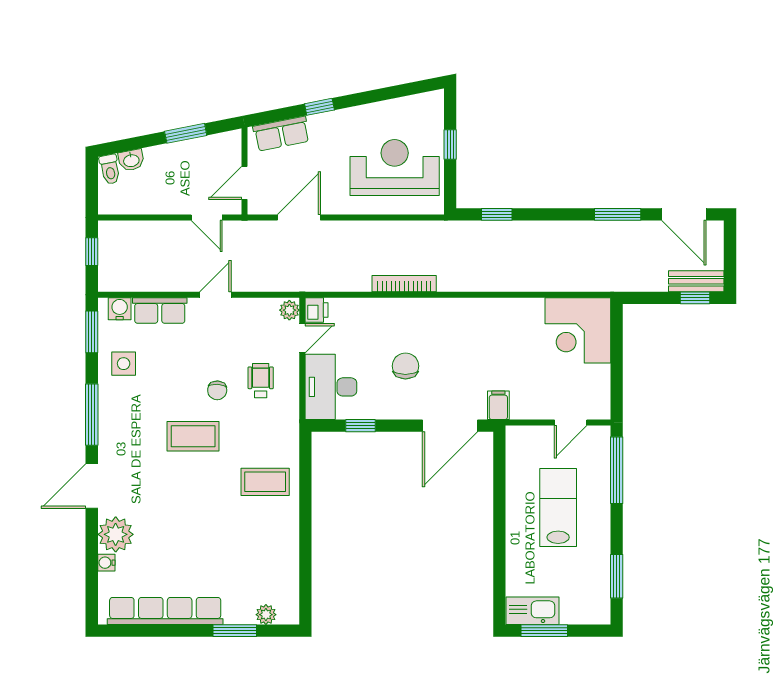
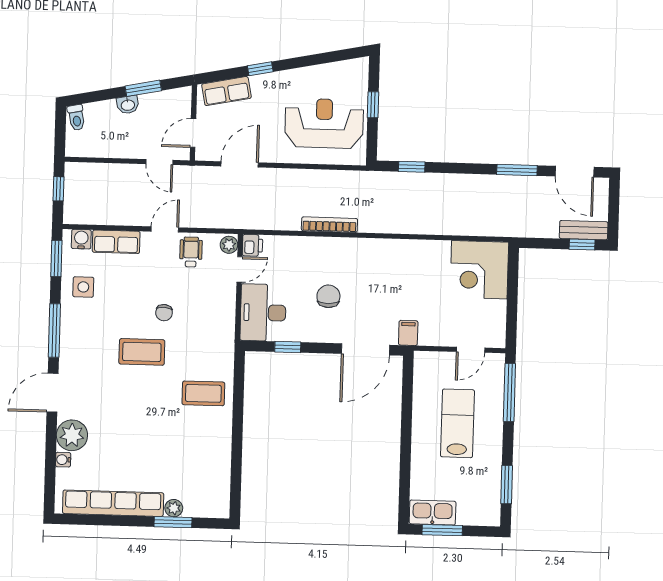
washbasin: (131, 160) -> (128, 105), moved
wheelchair: (261, 381) -> (191, 252), moved
plant: (266, 615) -> (174, 508), moved

